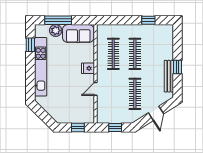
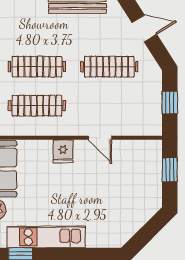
kitchen unit: (41, 67) -> (46, 237), width x0.73

